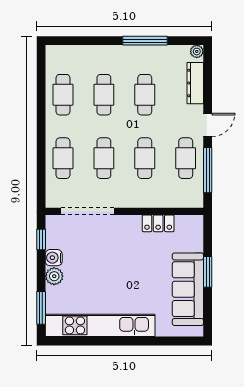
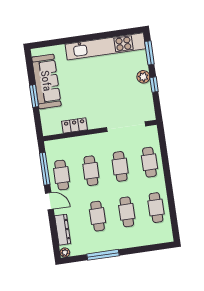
door: (208, 125) -> (49, 201), swing flipped
window: (41, 240) -> (154, 85), moved
water cooler: (54, 258) -> (146, 90), removed

